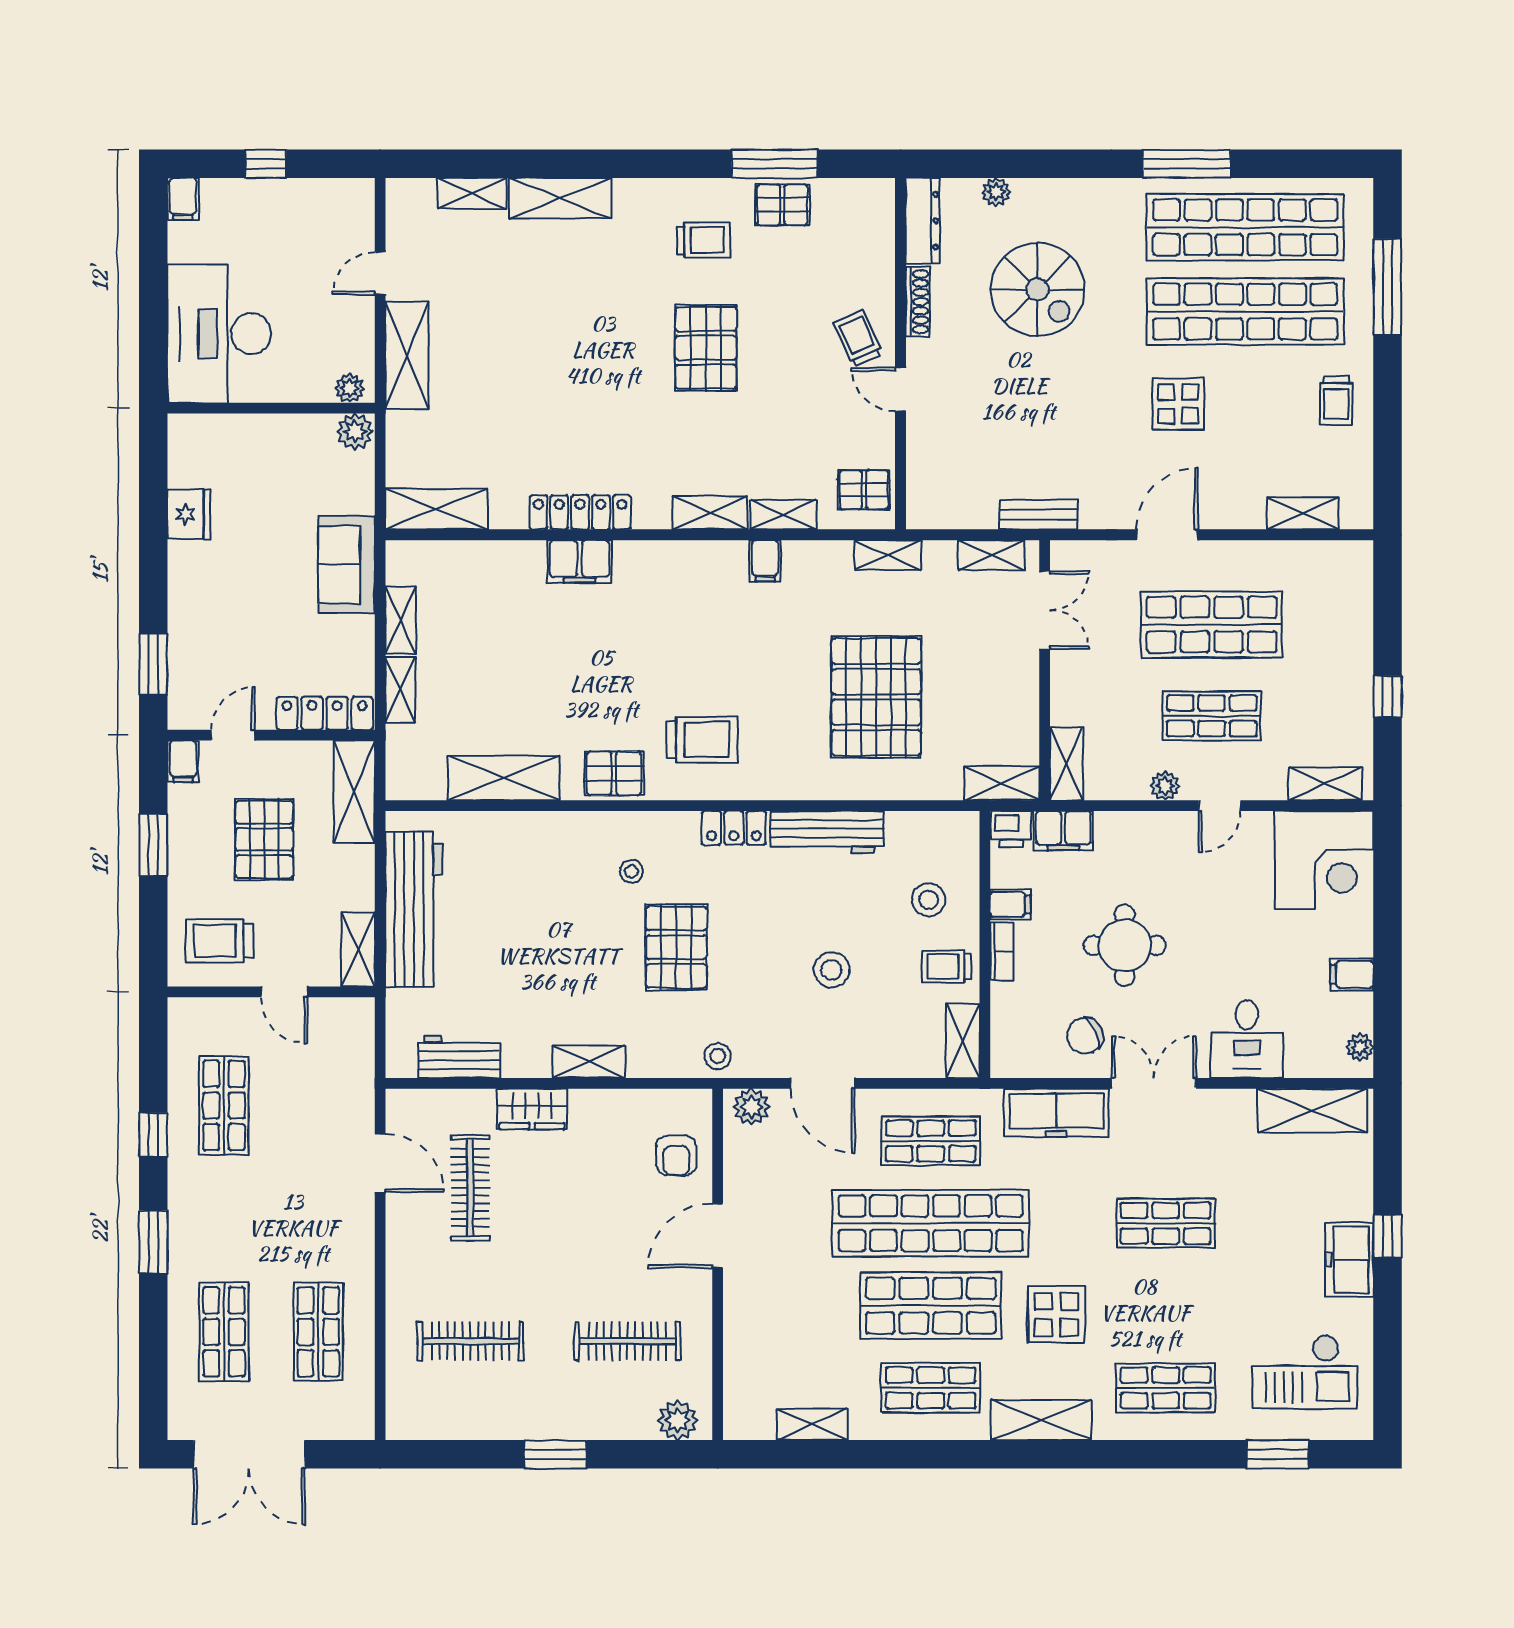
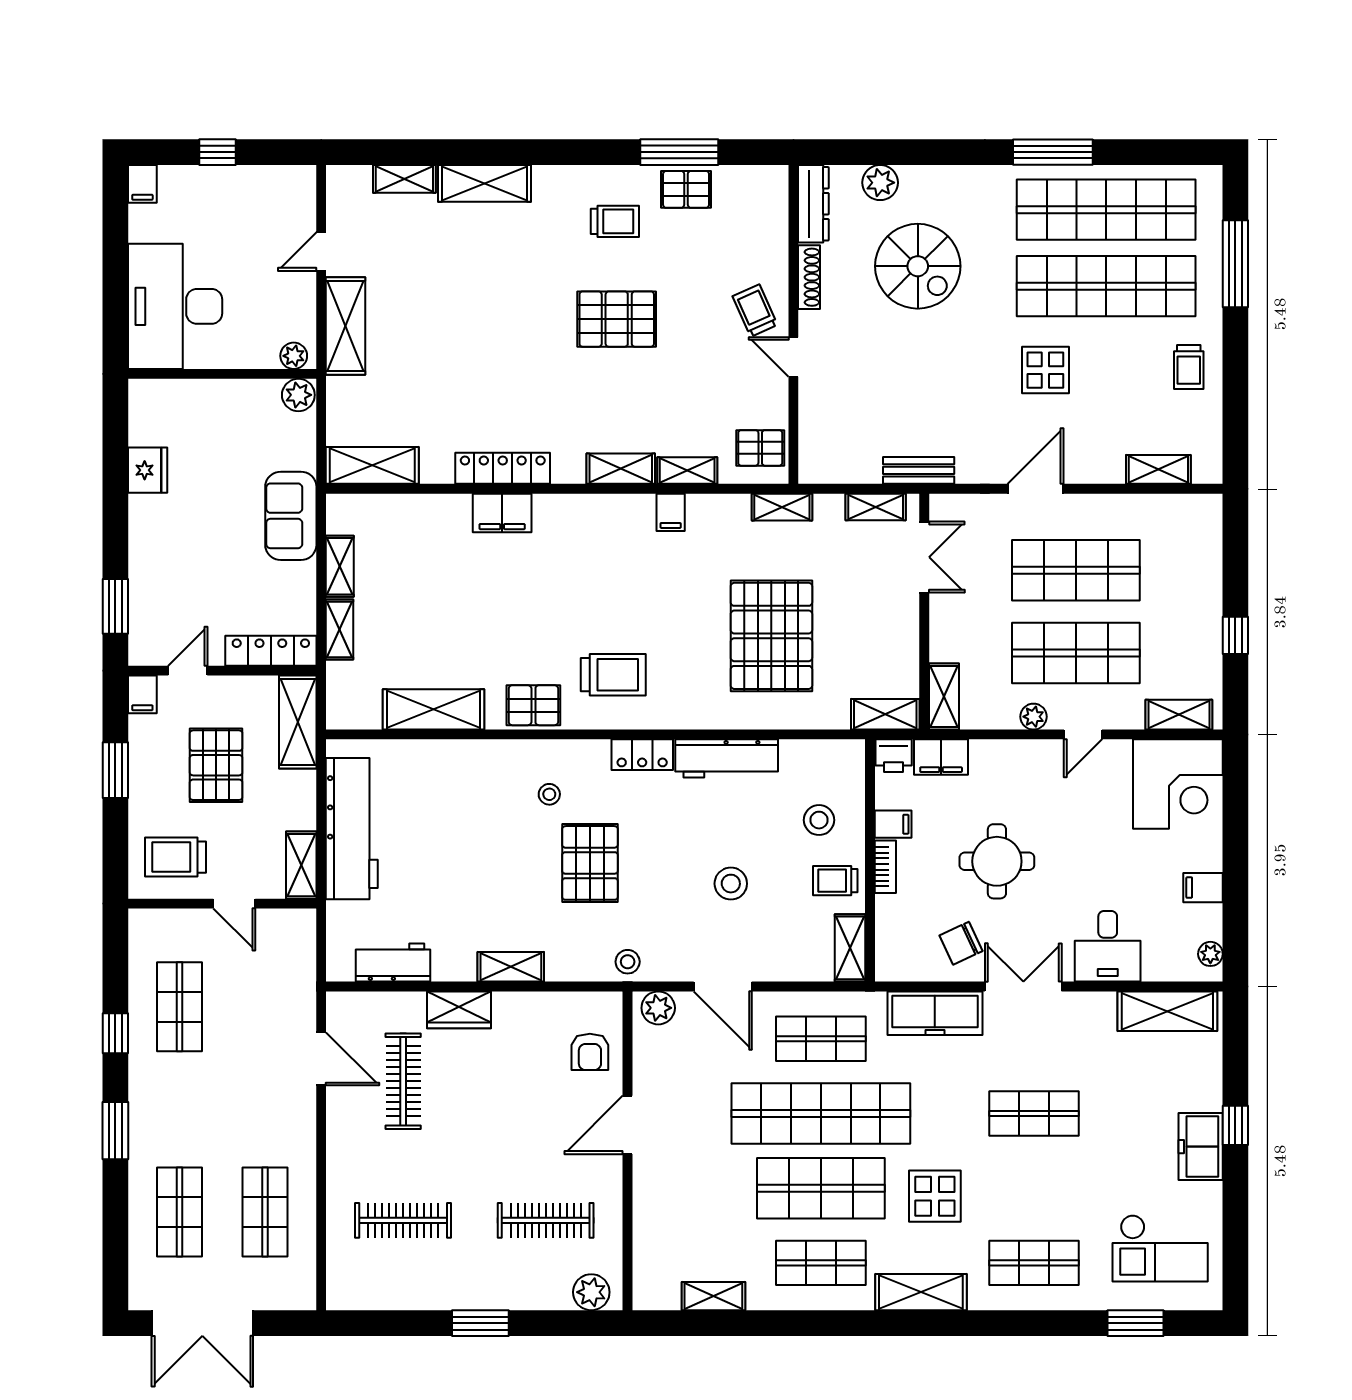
plant: (996, 192) -> (880, 183), width x1.38, depth x1.38
pallet: (706, 348) -> (617, 319), turned 90
shop shelf: (1212, 716) -> (1076, 653), width x1.43, depth x1.36

